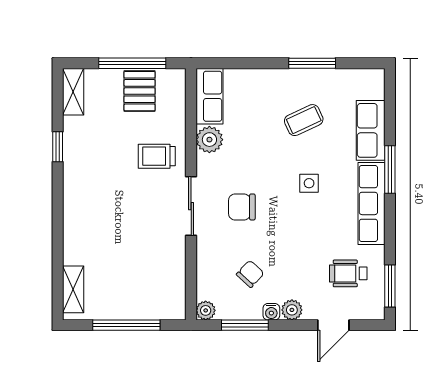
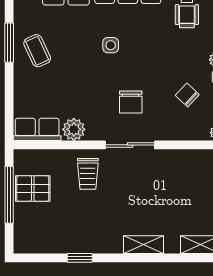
shelving: (73, 92) -> (144, 245), moved
coffee table: (304, 120) -> (37, 51), moved

